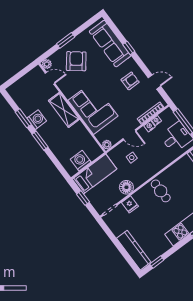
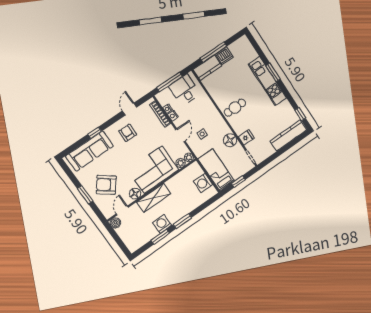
plant: (47, 64) -> (181, 163), moved
boiler: (37, 72) -> (115, 223), added
floor lamp: (68, 91) -> (135, 194), added

